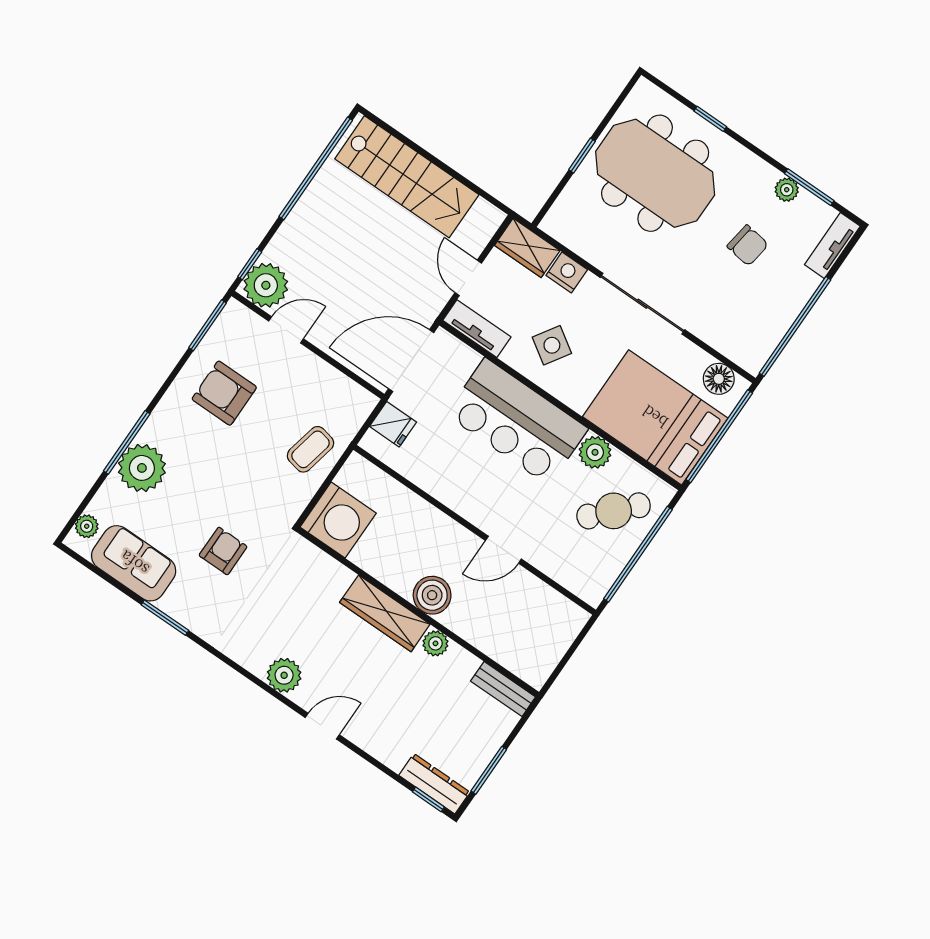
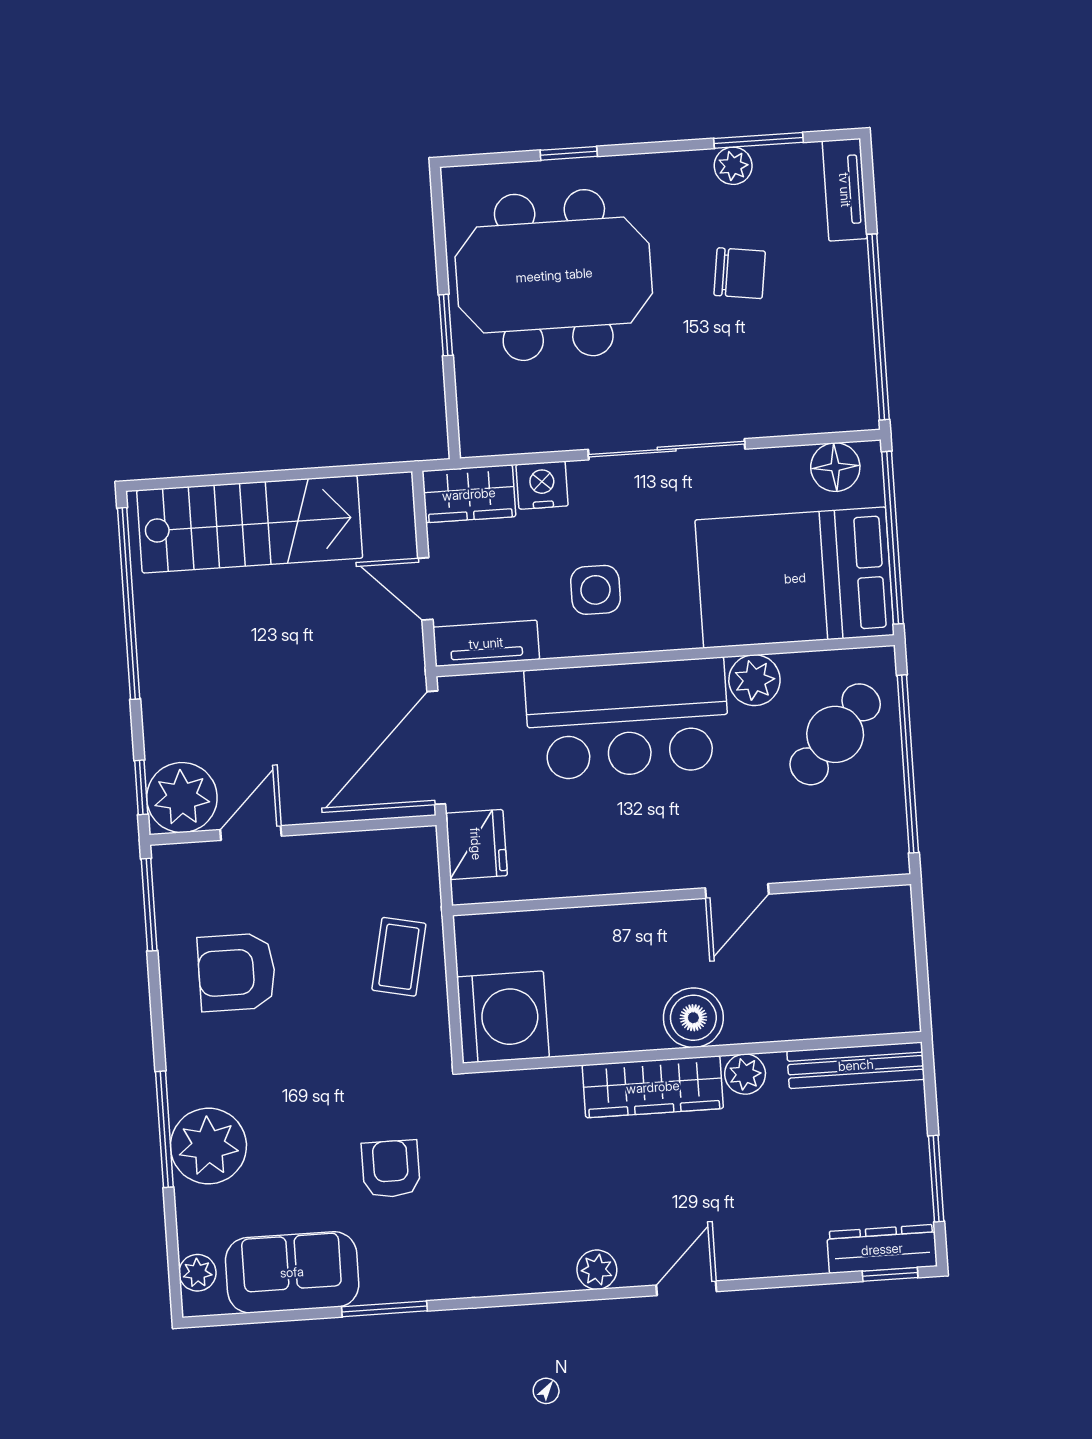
side table: (552, 345) -> (595, 590), turned -33
fridge: (393, 424) -> (476, 844), width x1.38
plant: (284, 675) -> (597, 1270), width x0.73, depth x0.73
bench: (503, 689) -> (856, 1065), width x1.36

